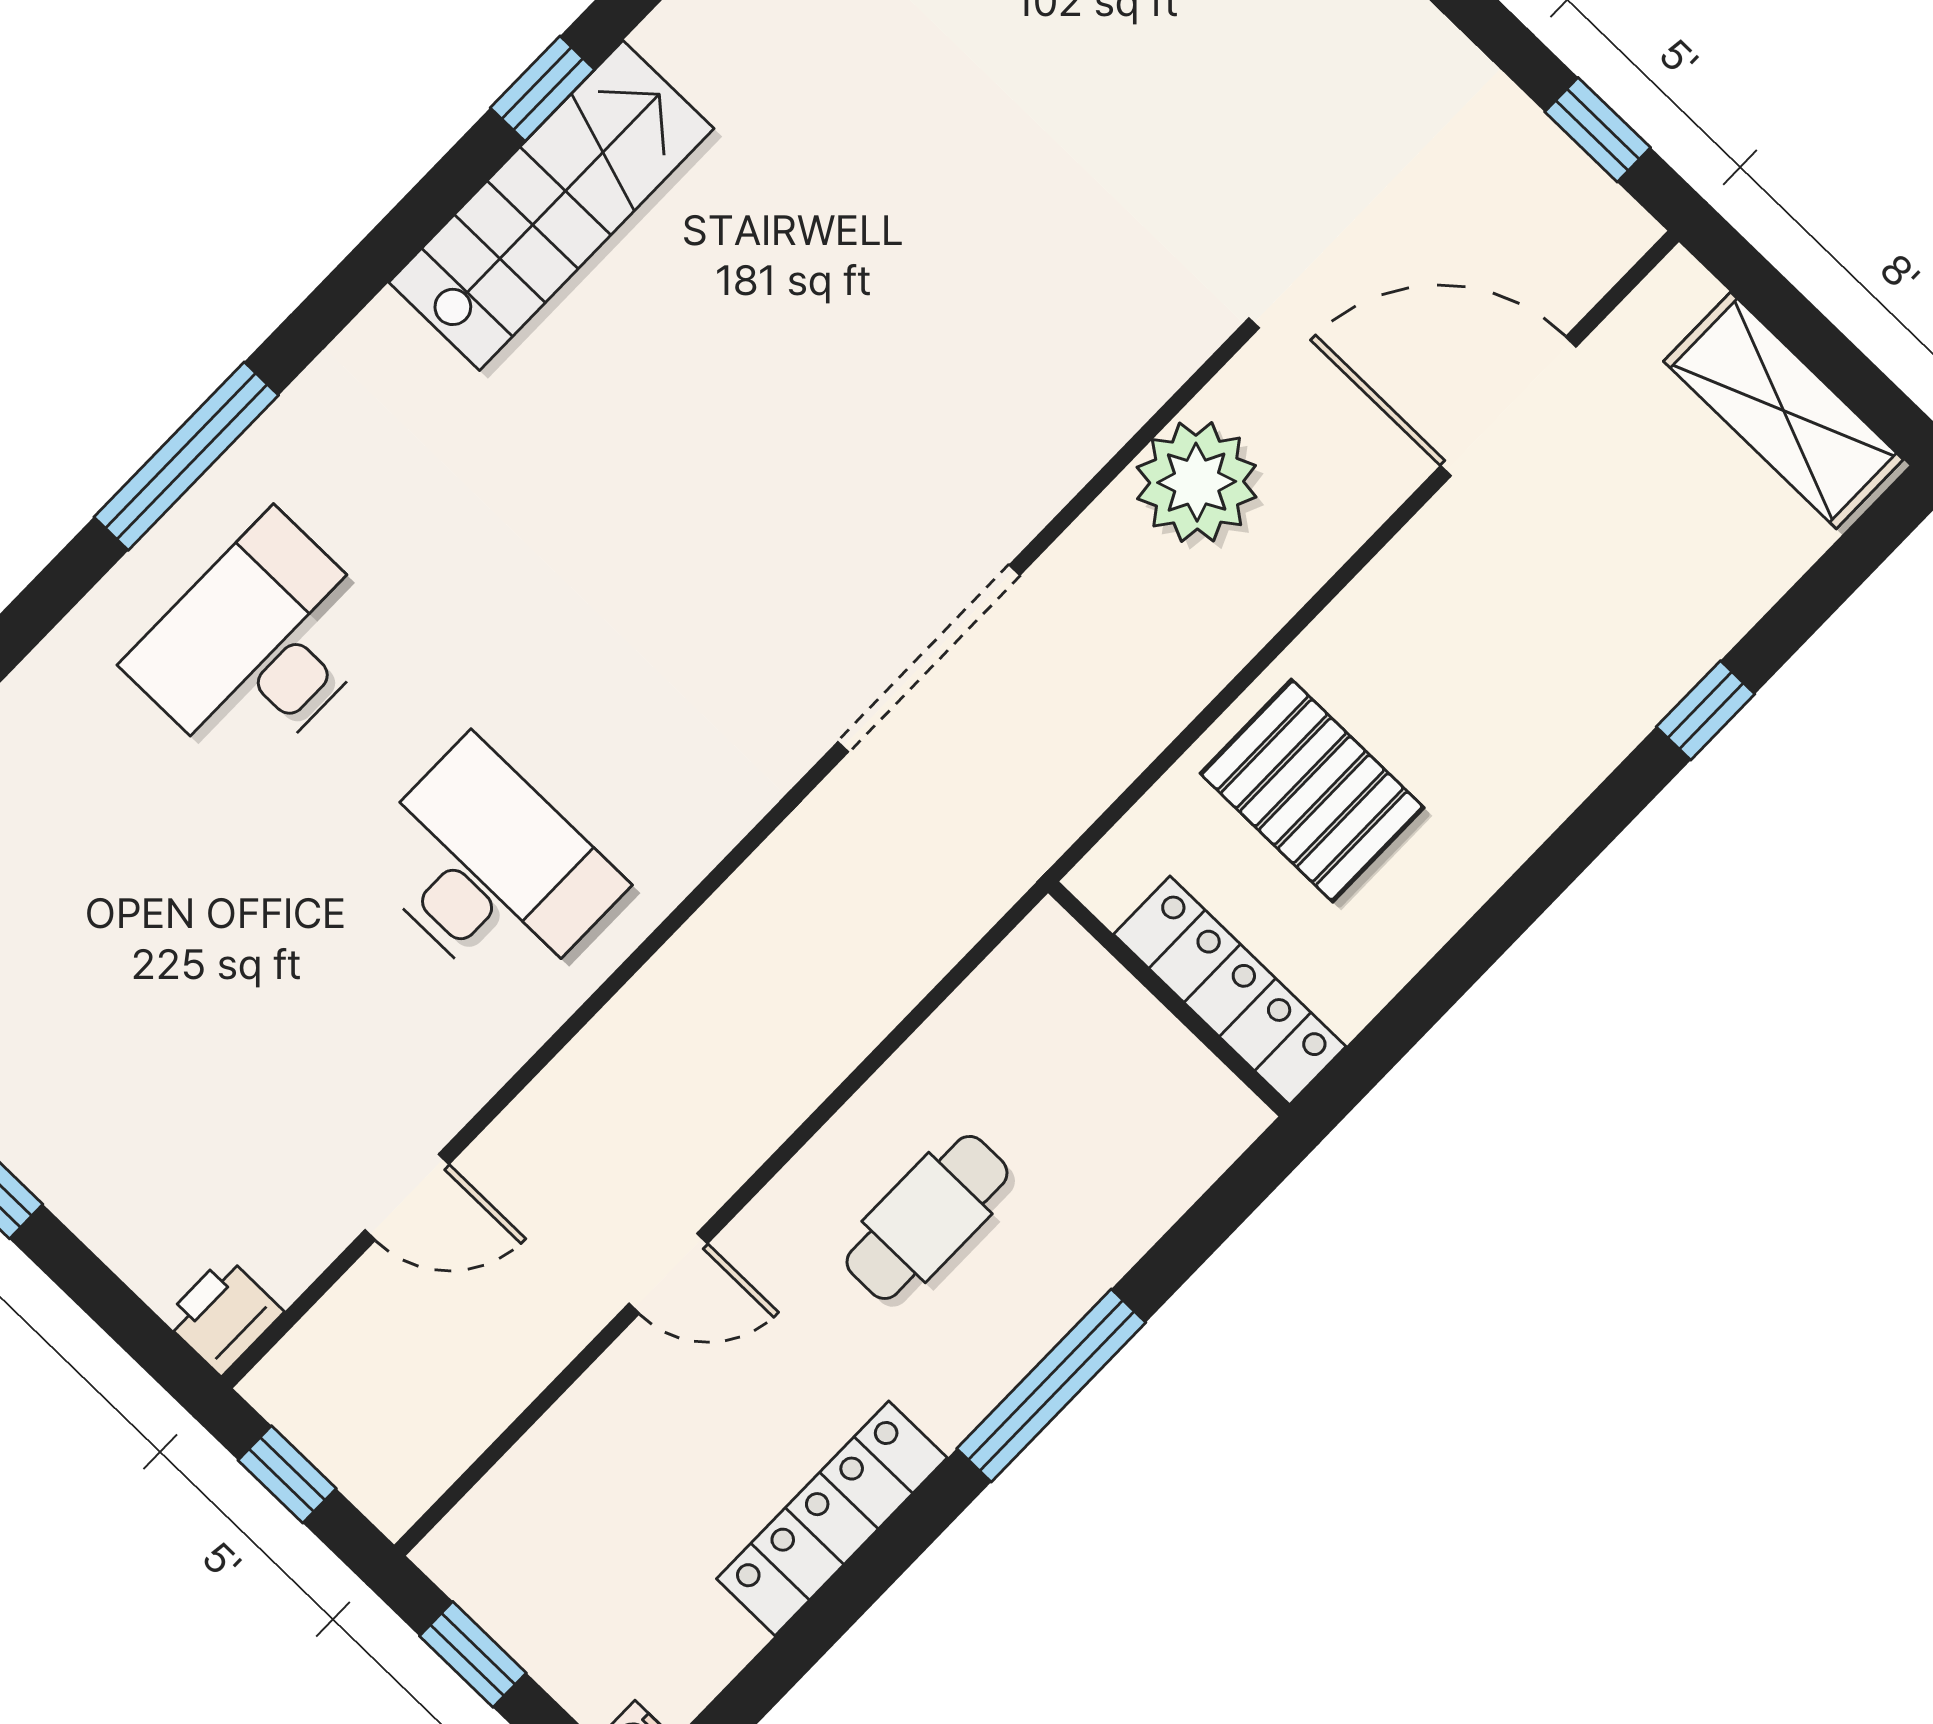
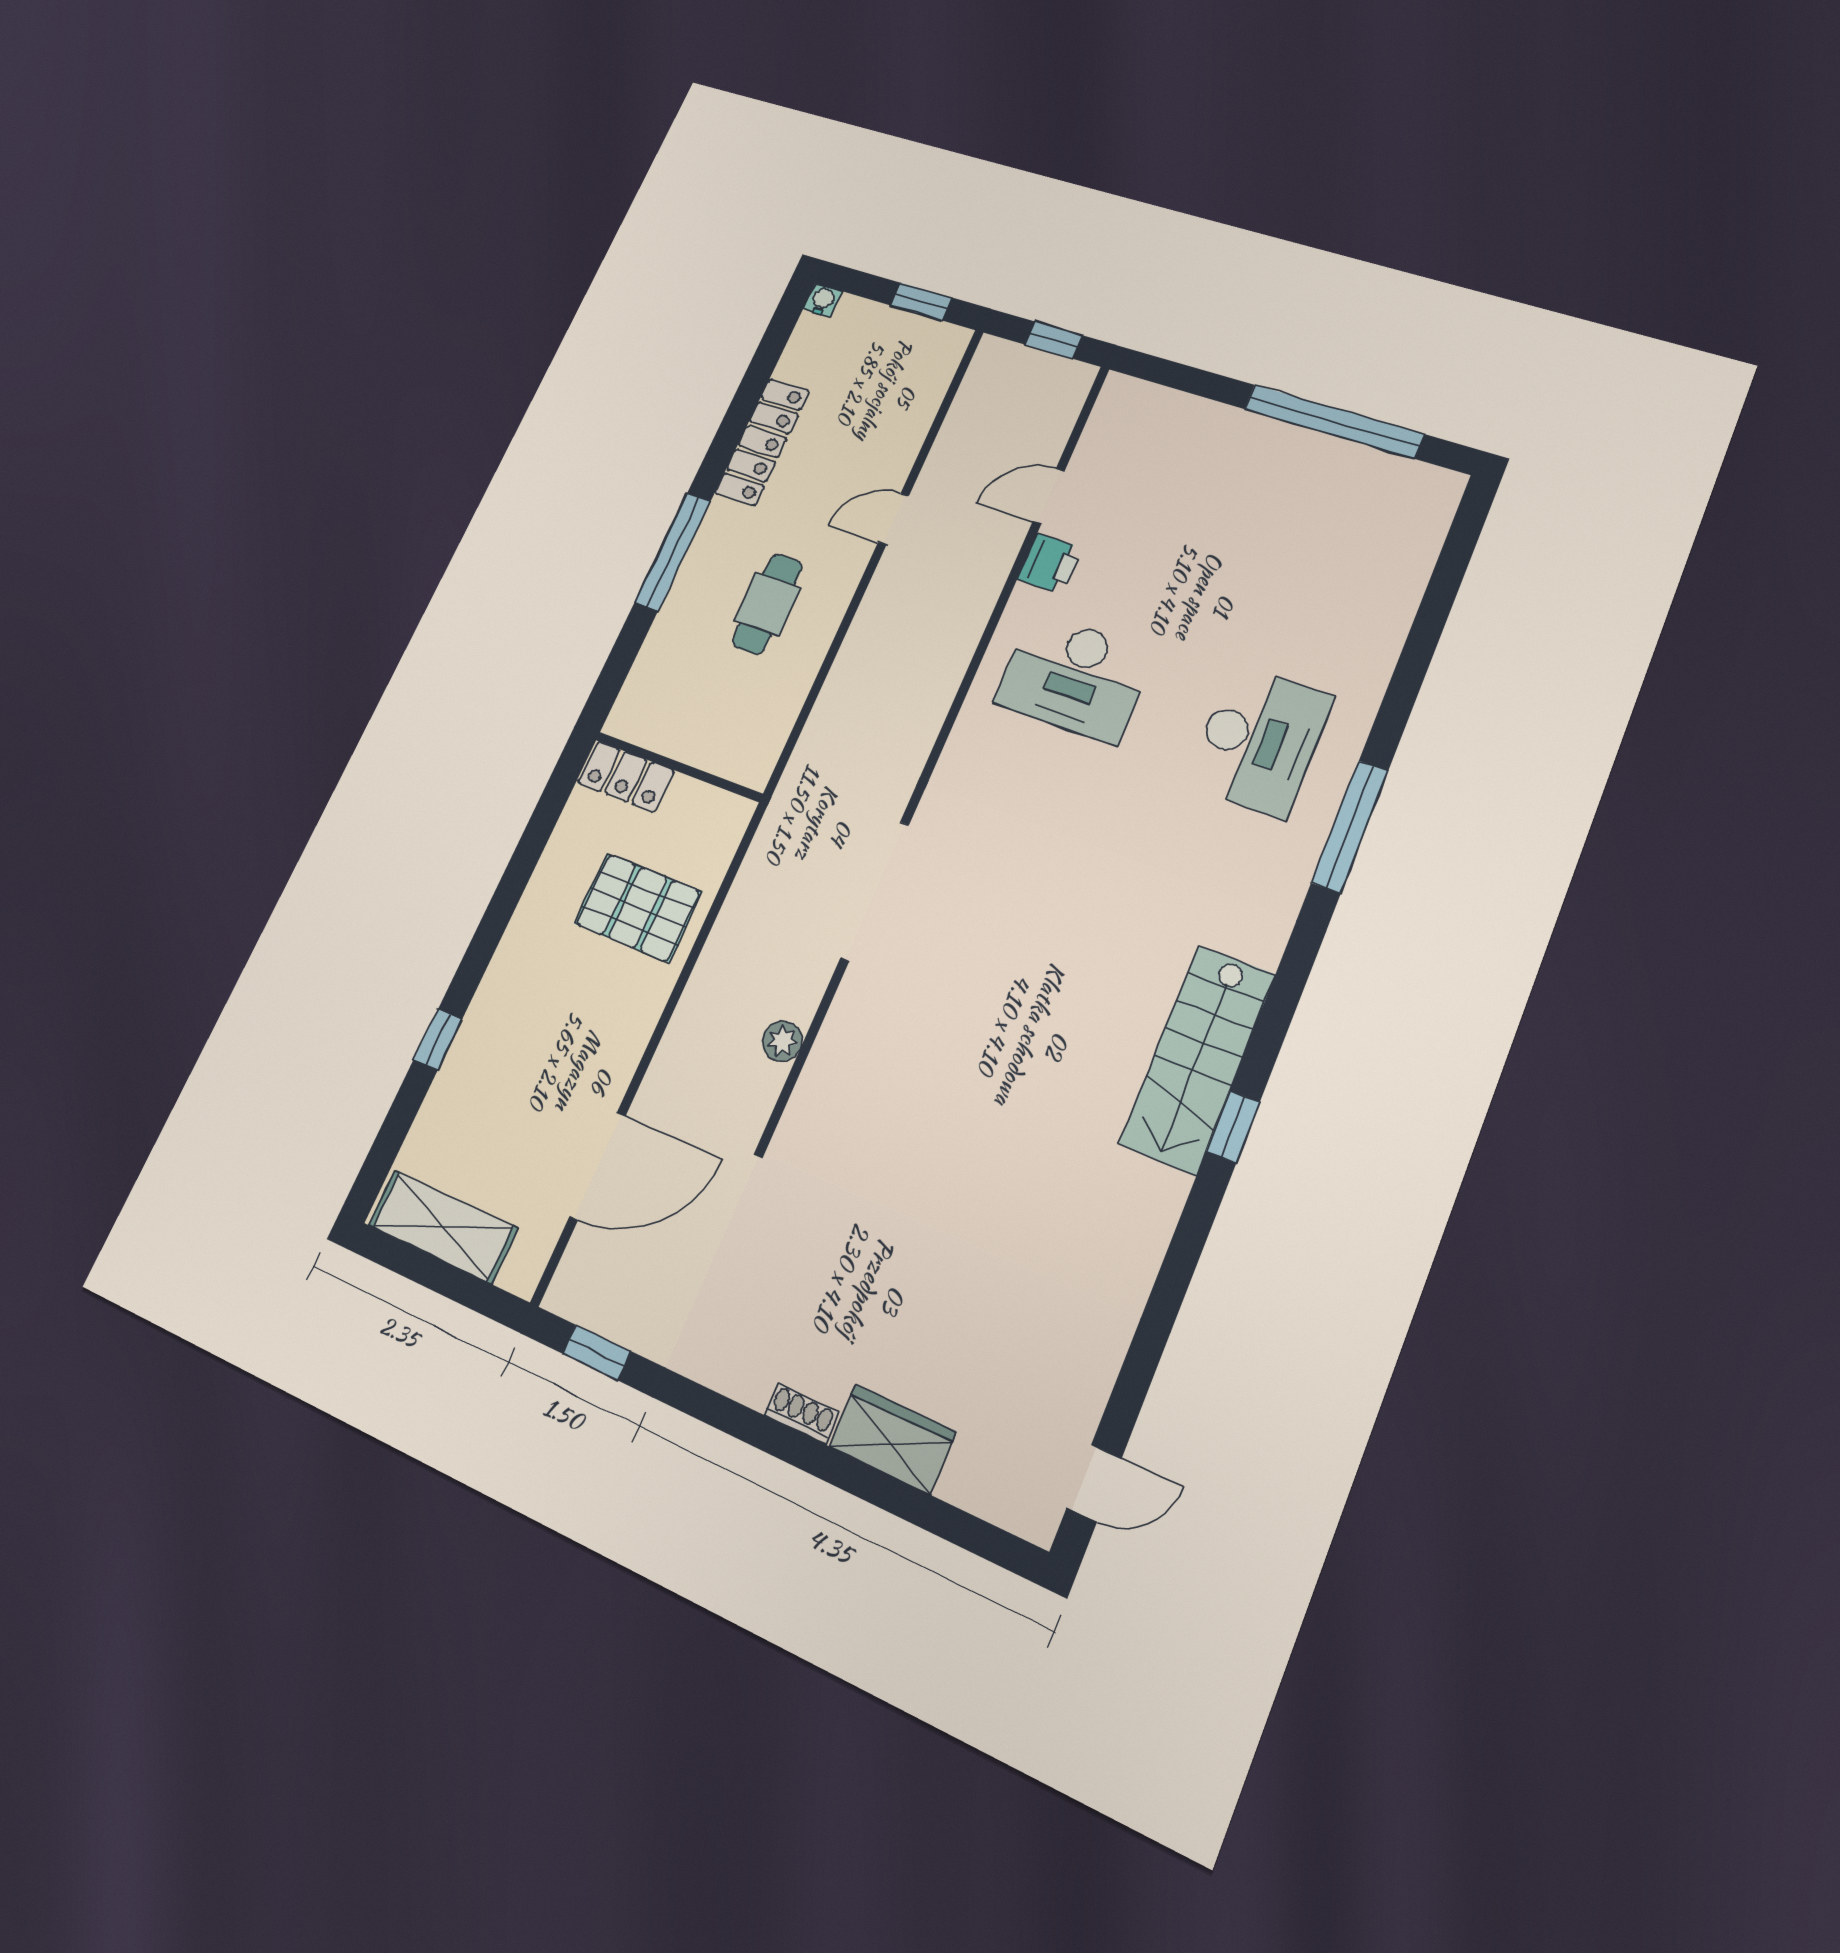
plant: (1197, 482) -> (782, 1041), width x0.53, depth x0.53
locker: (1230, 990) -> (626, 777), width x0.66
printer: (223, 1316) -> (1049, 564), moved

